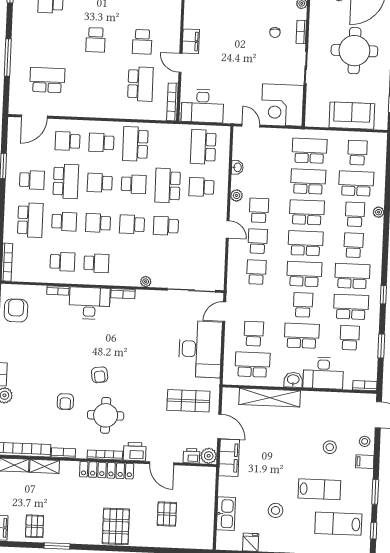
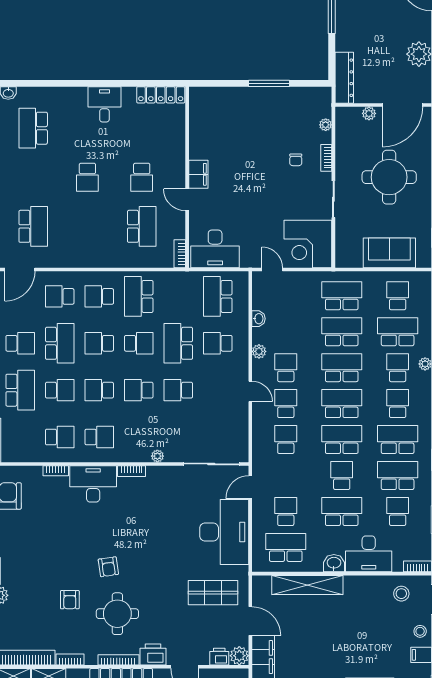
school desk: (47, 80) -> (33, 226), turned 90
bookcase: (172, 102) -> (180, 254), width x0.64
stool: (330, 447) -> (401, 594), moved

